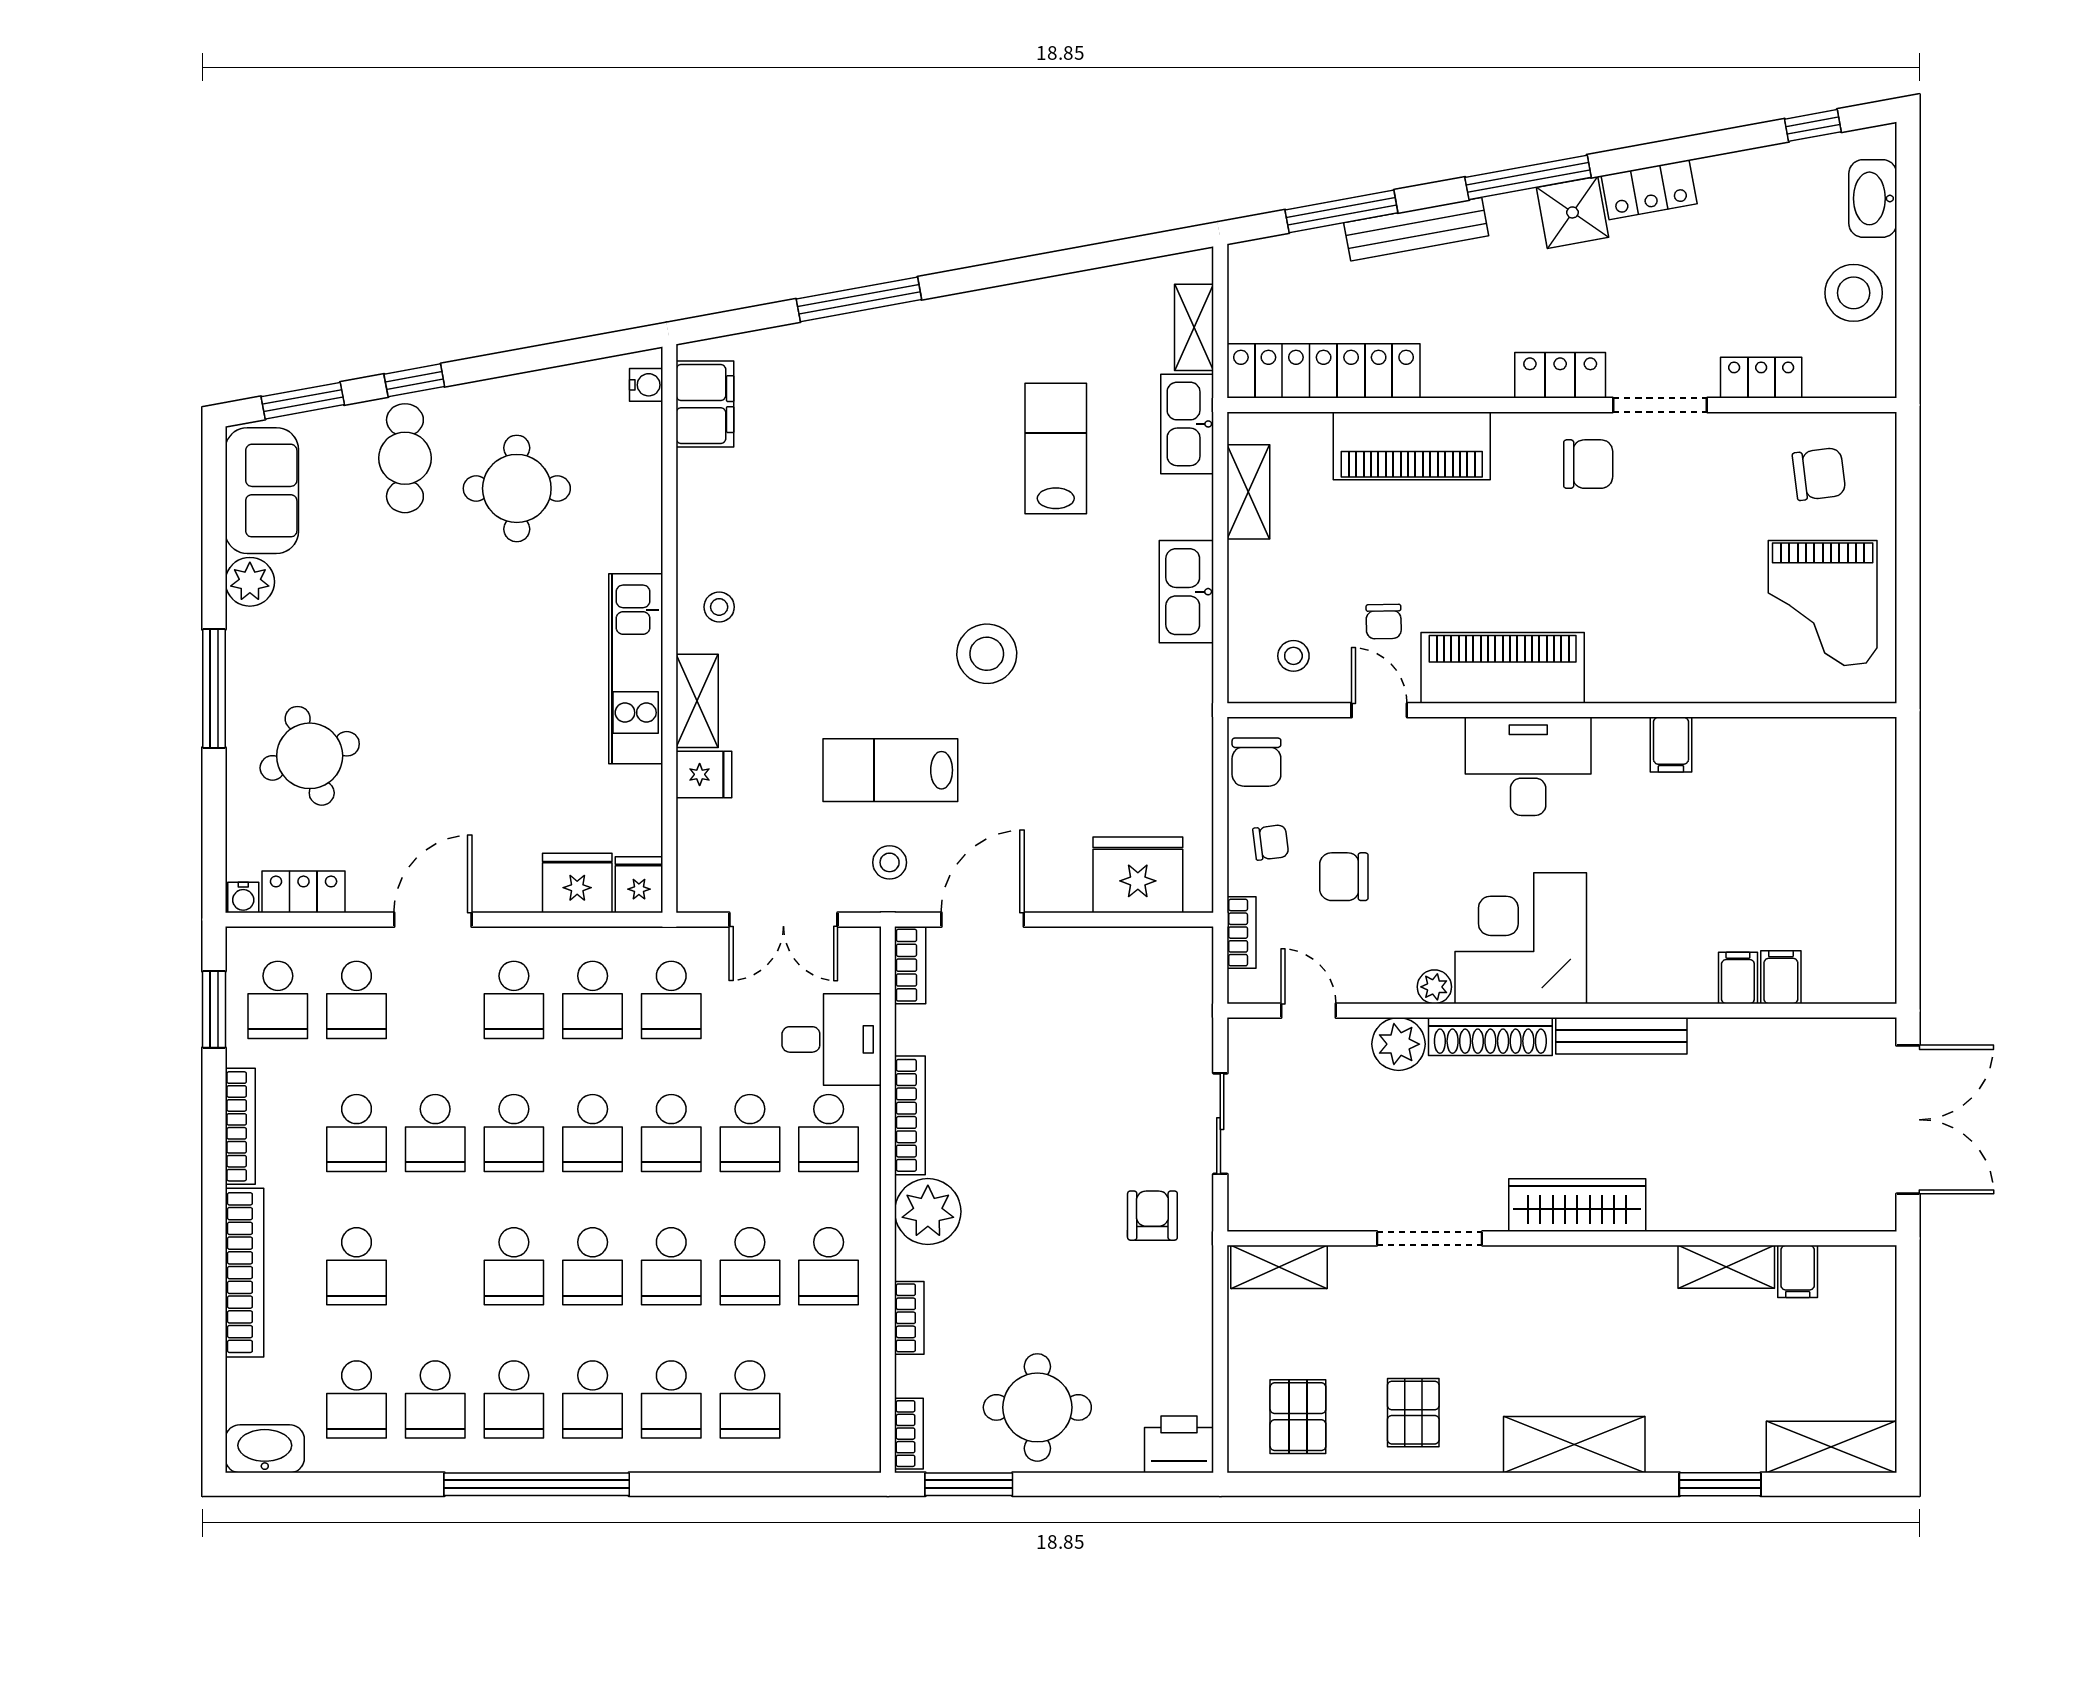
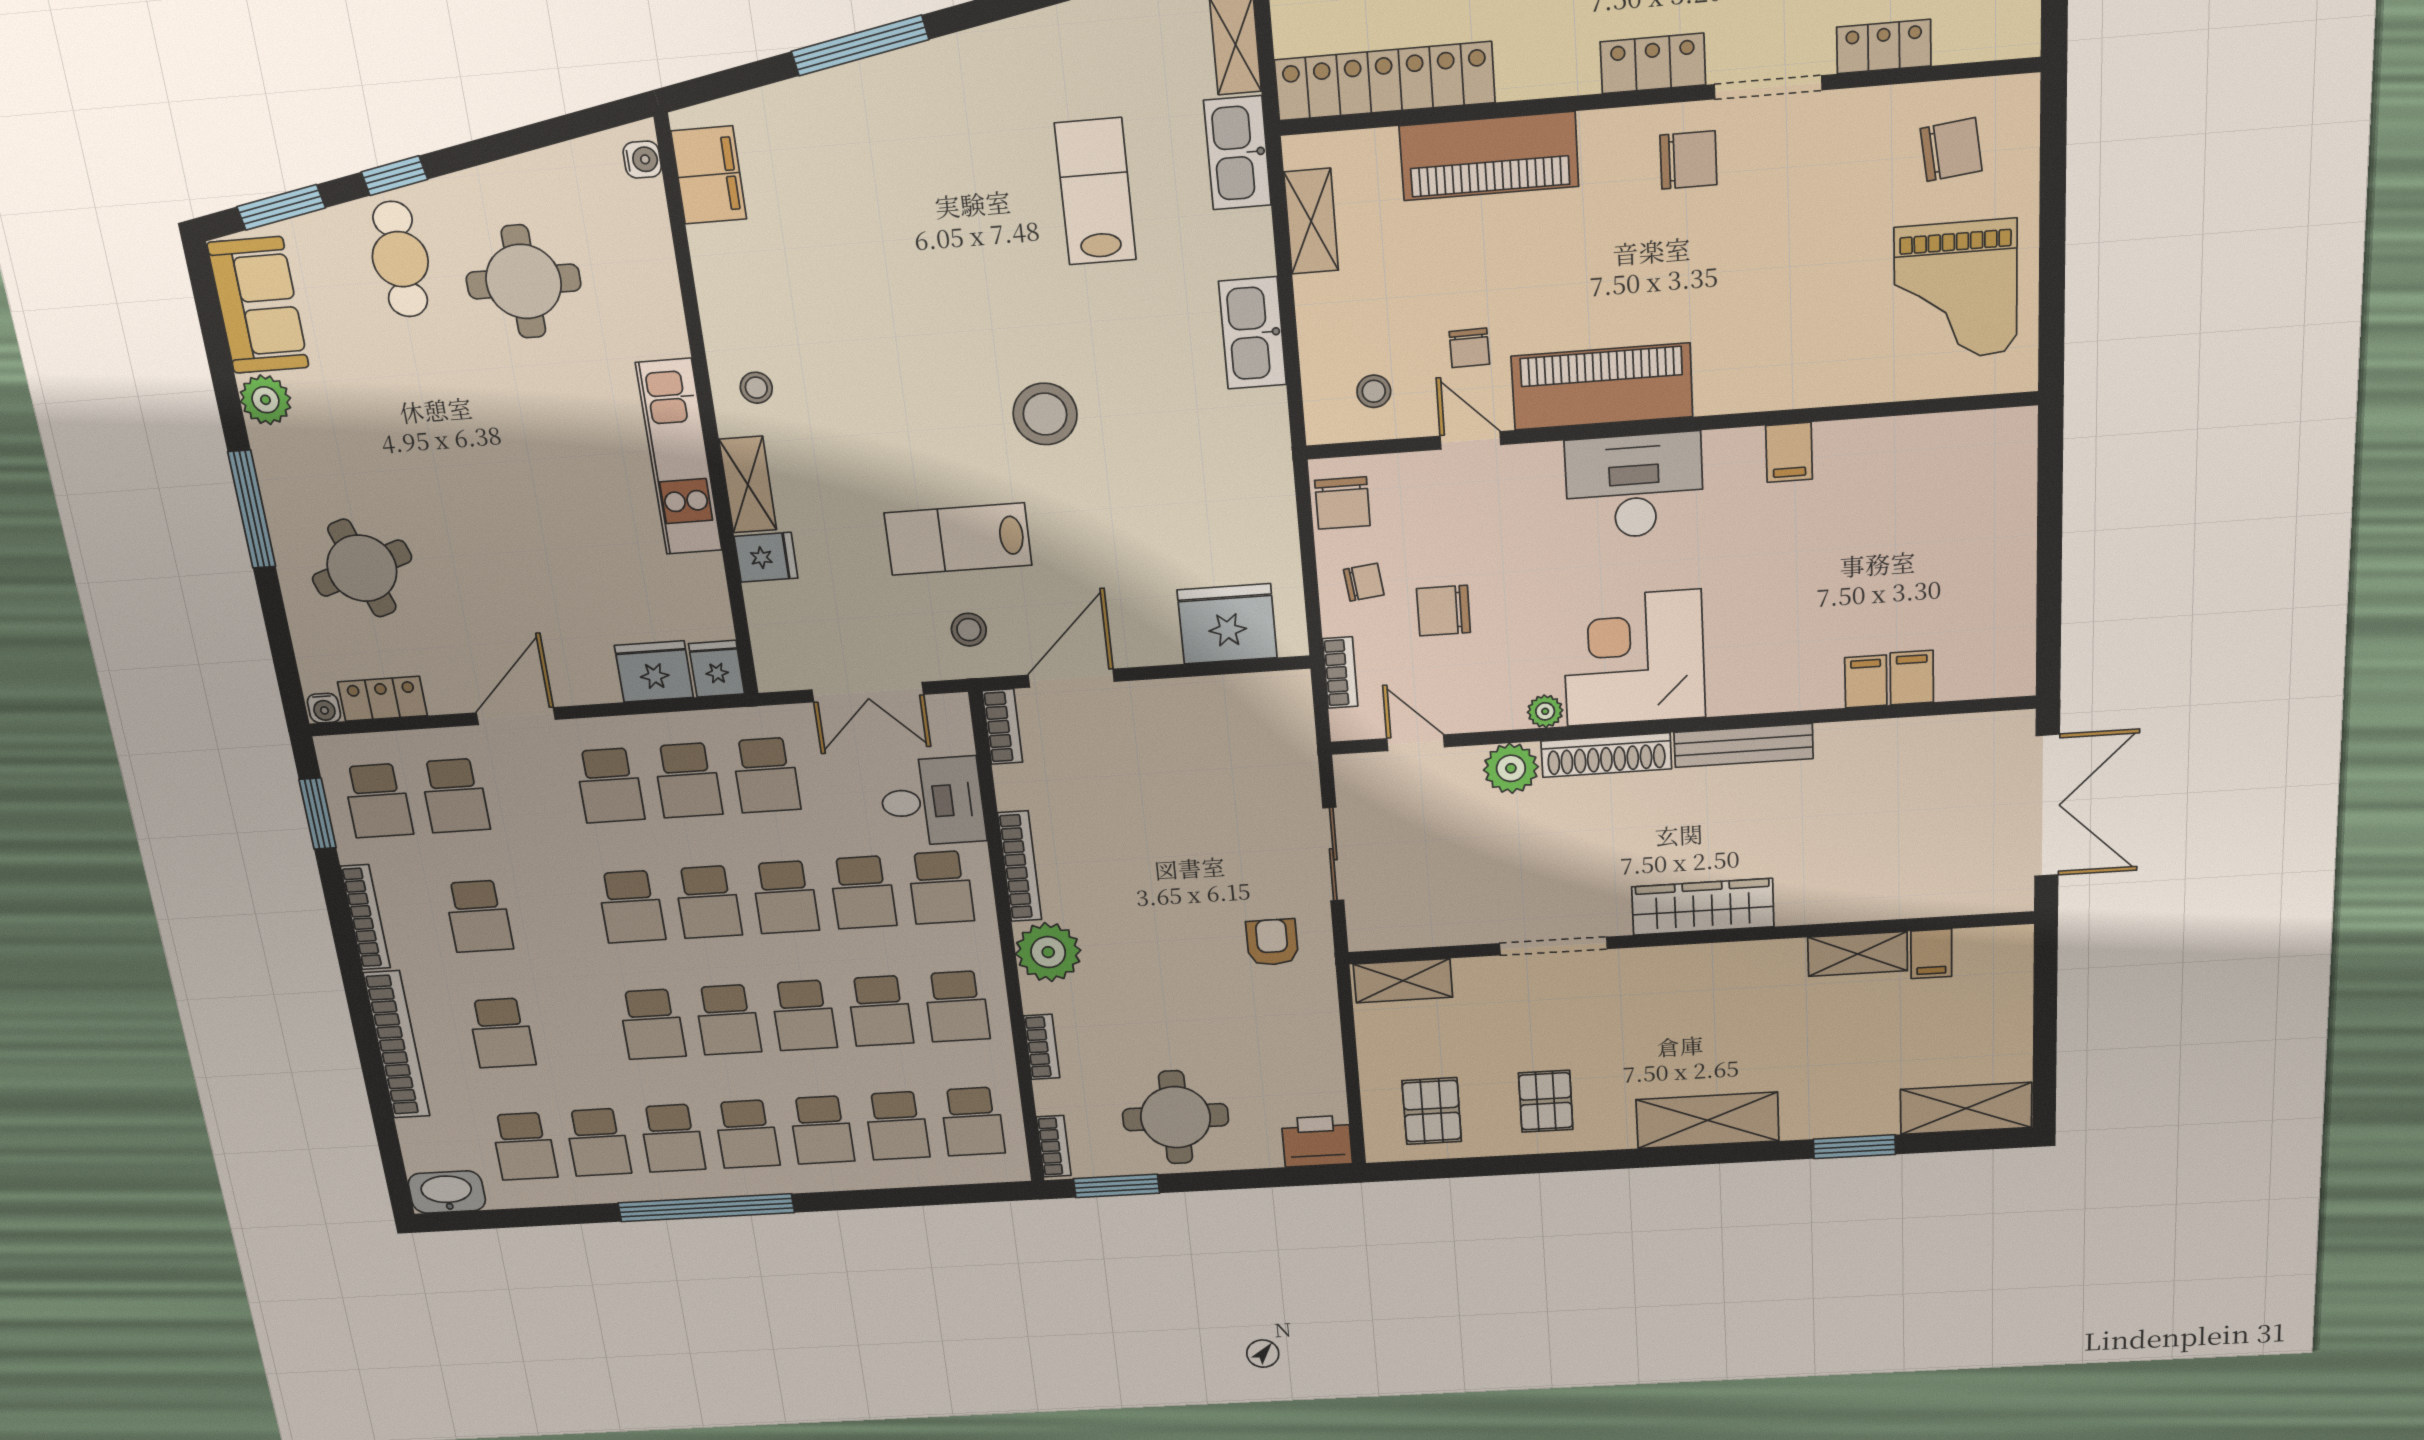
school desk: (435, 1133) -> (973, 1122), moved

